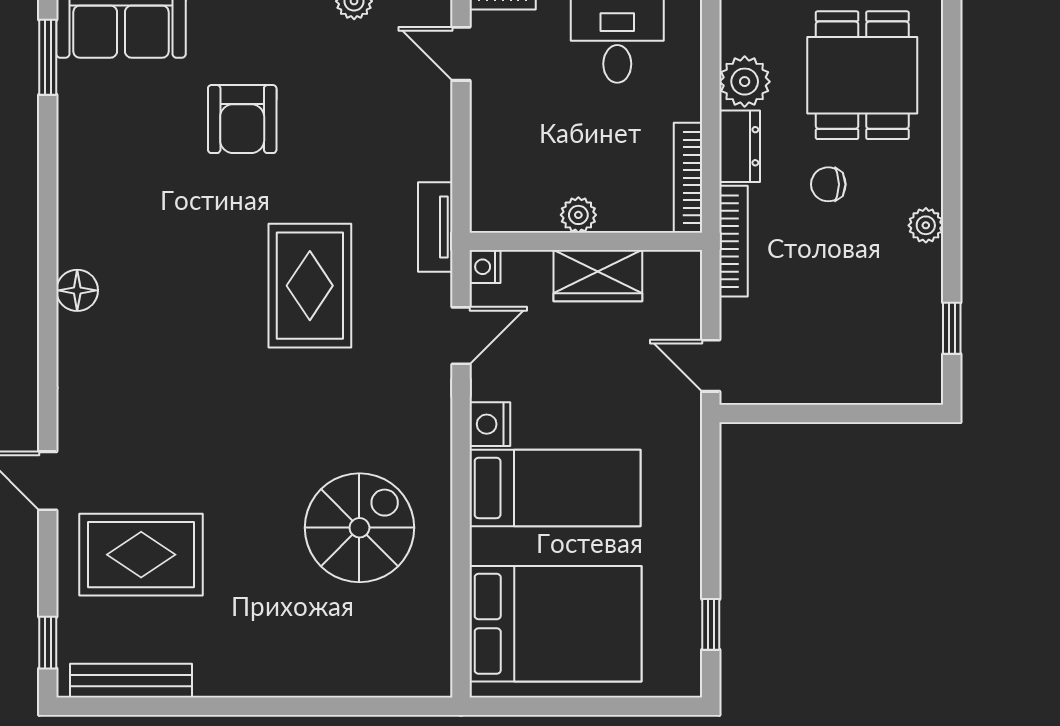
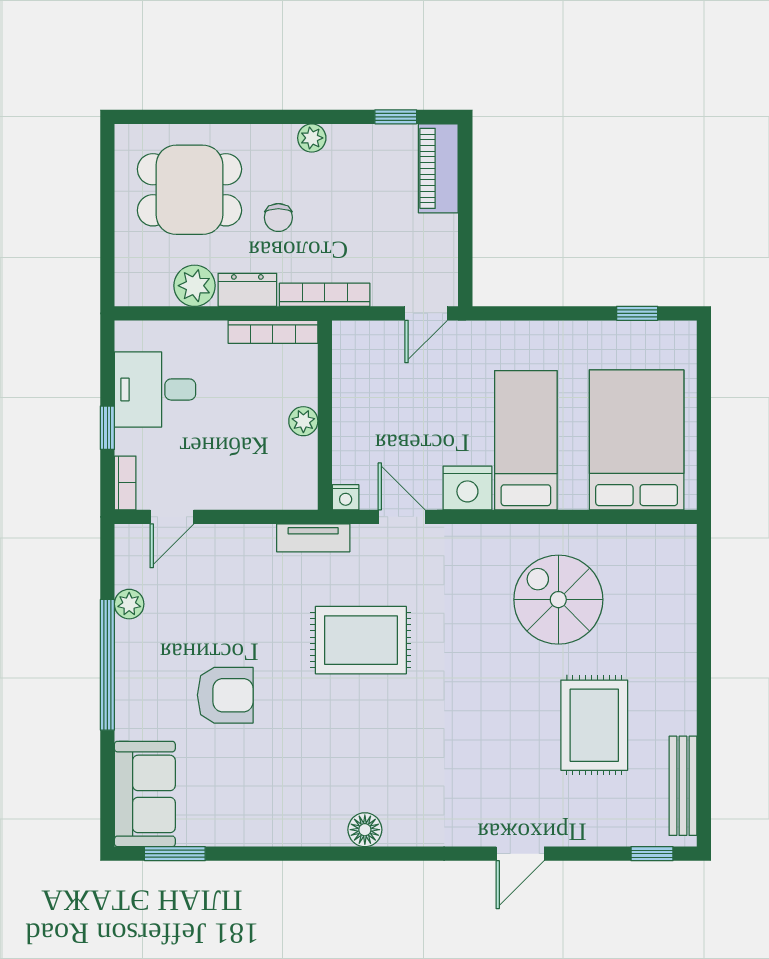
wardrobe: (598, 276) -> (353, 405), removed
piano: (889, 381) -> (438, 168), added
nightstand: (490, 424) -> (467, 488), width x1.36, depth x1.33
rug: (141, 555) -> (594, 725), moved

